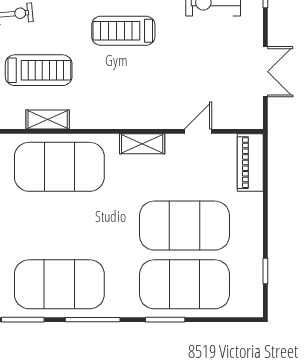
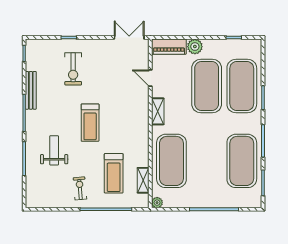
treadmill: (39, 70) -> (114, 173), turned 180
double door: (265, 72) -> (129, 38), moved
shelving: (48, 119) -> (143, 180), moved
plant: (251, 206) -> (195, 47), added

